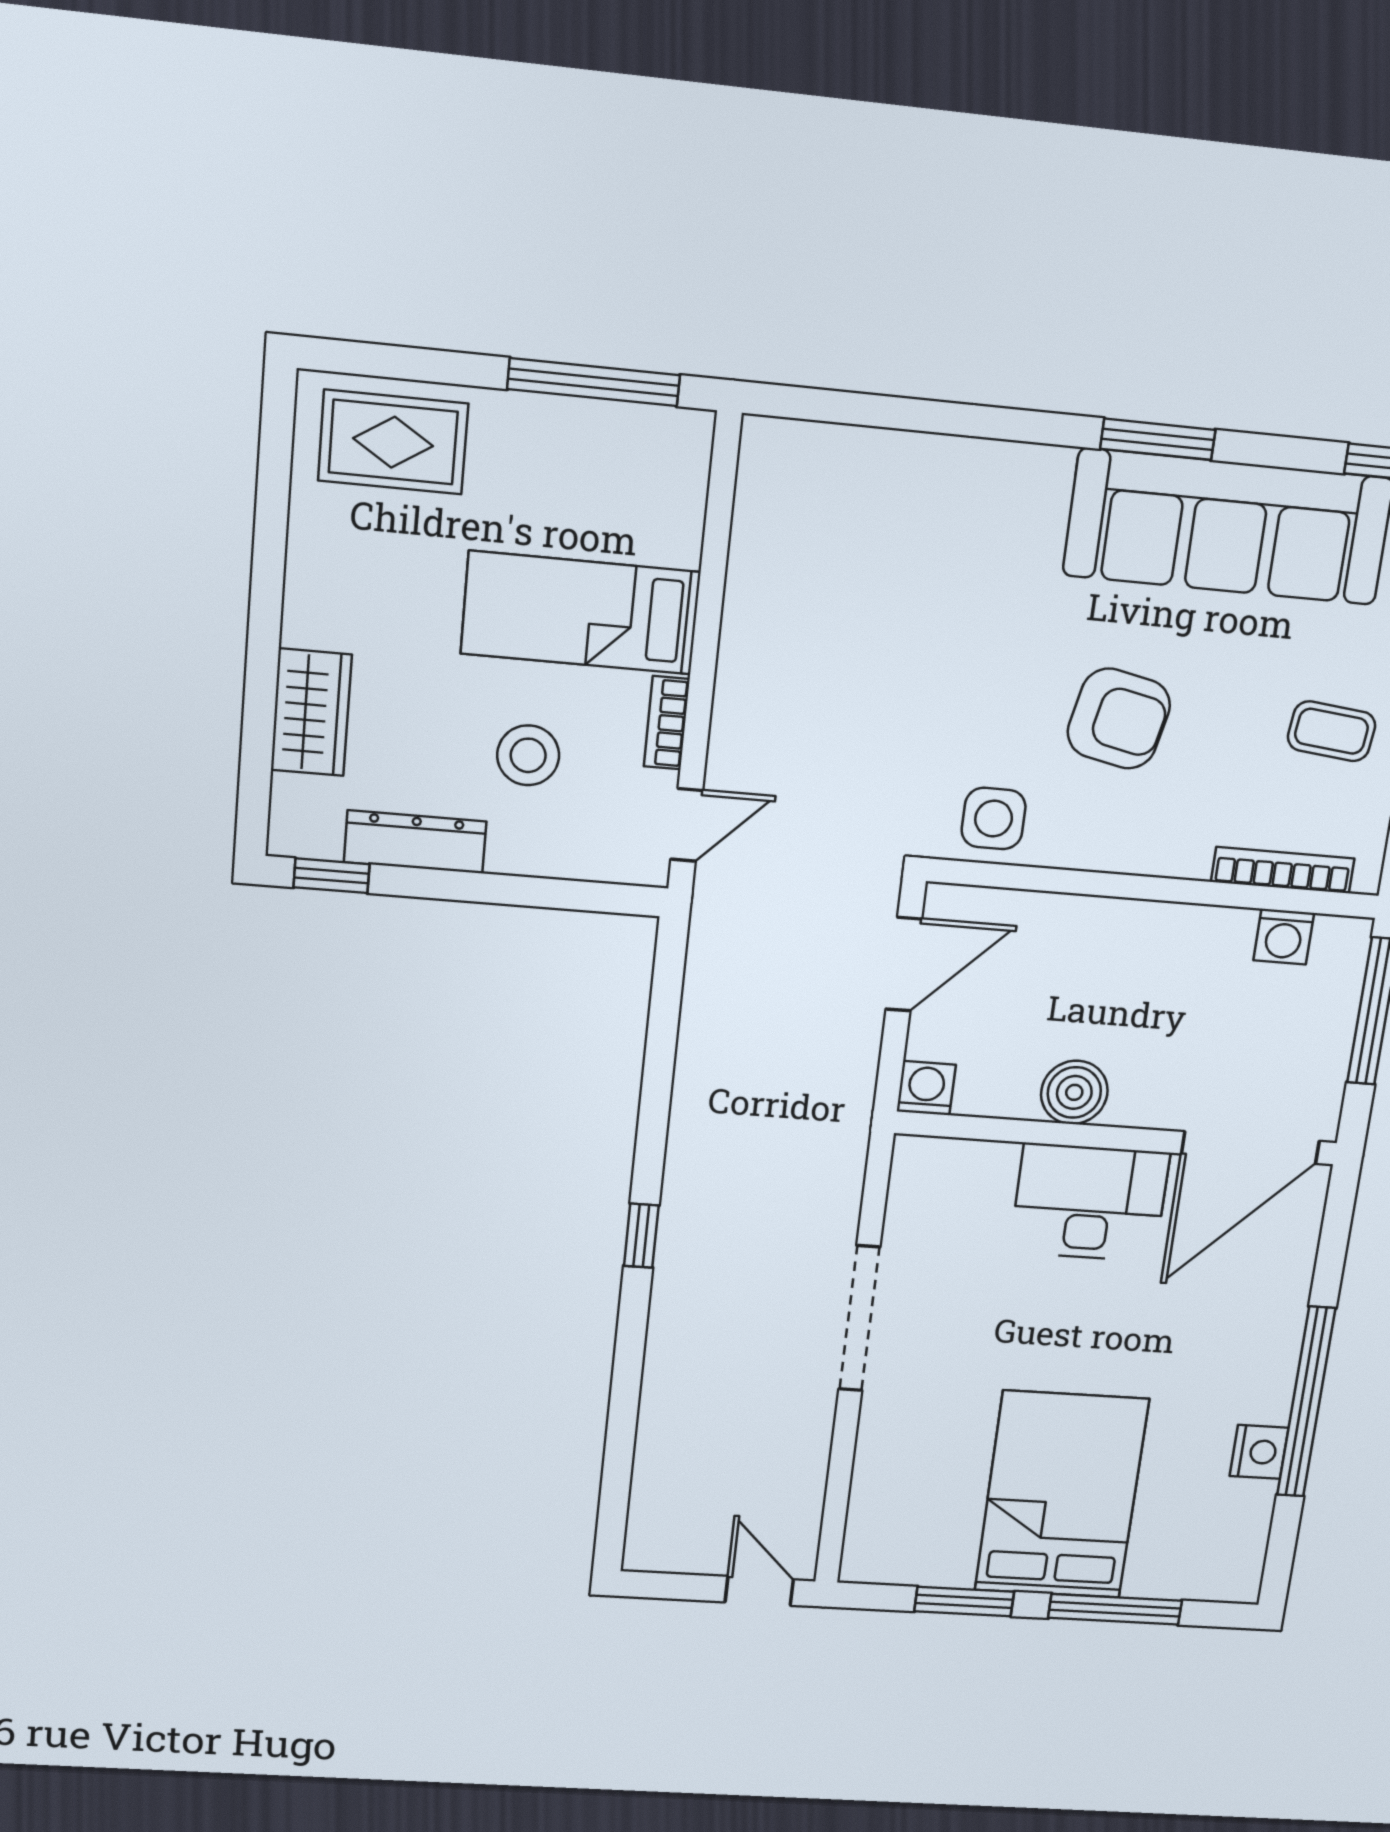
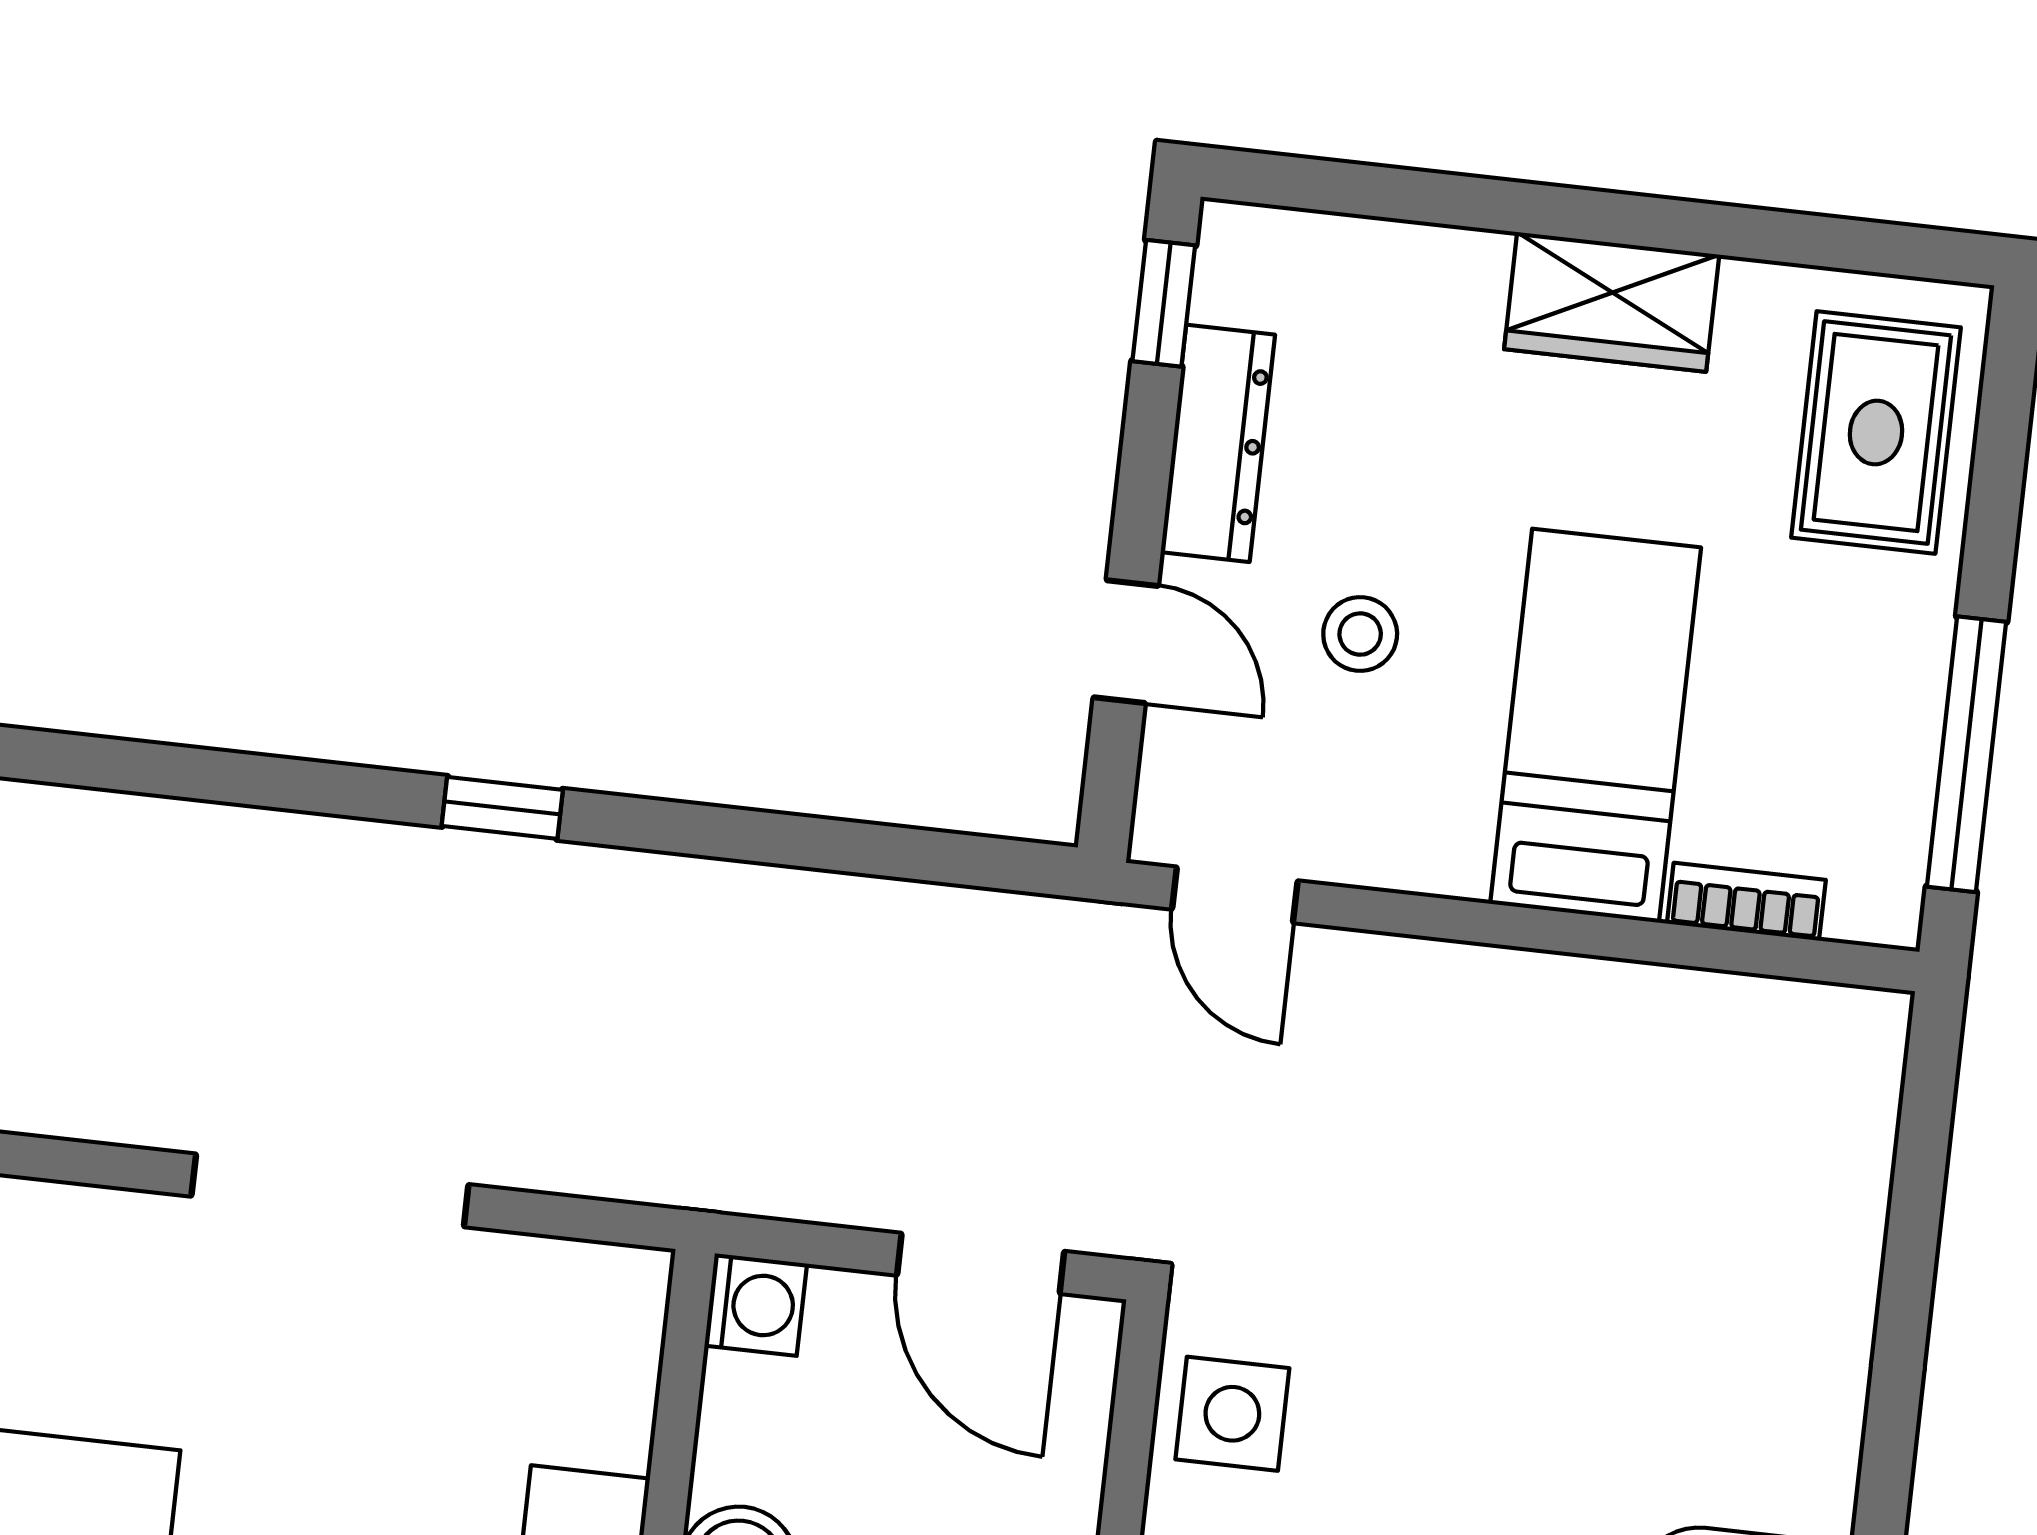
wardrobe: (311, 712) -> (1612, 302), moved
bookcase: (667, 723) -> (1746, 902), moved
stool: (528, 755) -> (1360, 634), width x0.73, depth x0.73
door: (536, 892) -> (1126, 642), added

